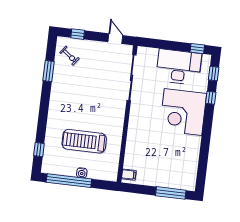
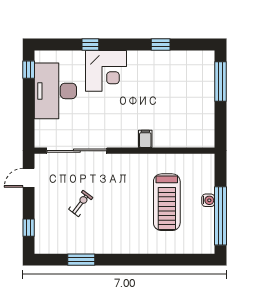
exercise bike: (69, 56) -> (81, 203), moved
window: (214, 73) -> (161, 45), moved
corner desk: (183, 112) -> (106, 71), width x0.74, depth x0.74
window: (39, 150) -> (185, 260), removed
filing cabinet: (129, 175) -> (145, 139), moved

